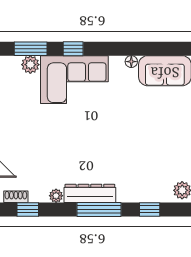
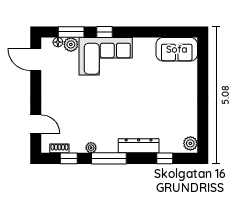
floor lamp: (131, 62) -> (58, 42), moved
dresser: (90, 193) -> (139, 146), moved
window: (99, 209) -> (109, 158), moved

